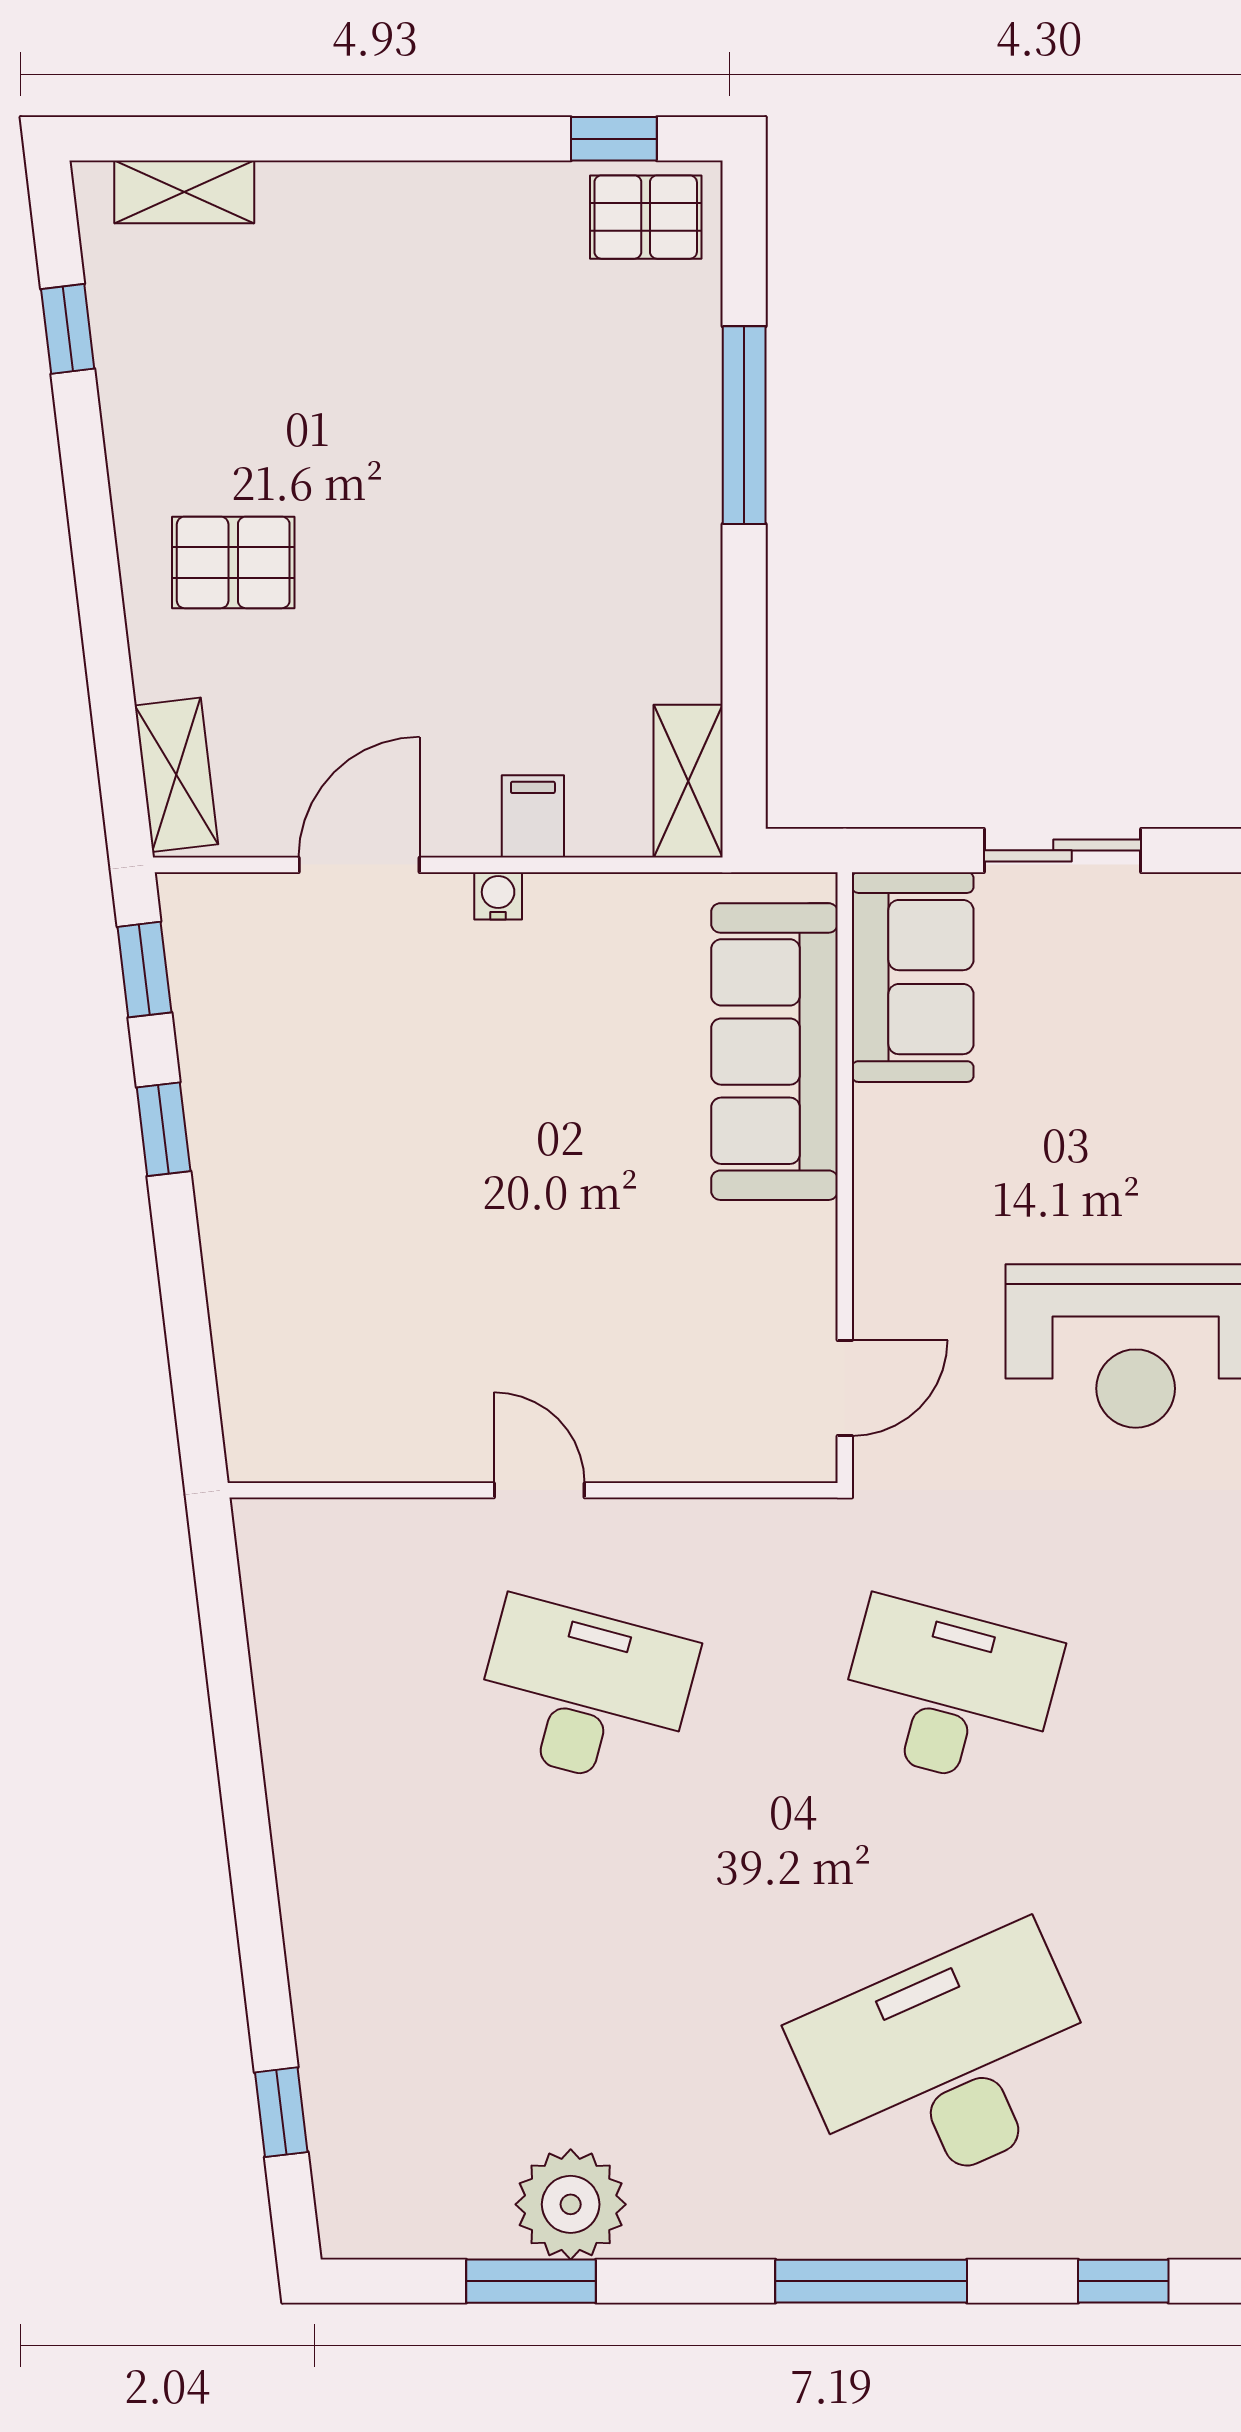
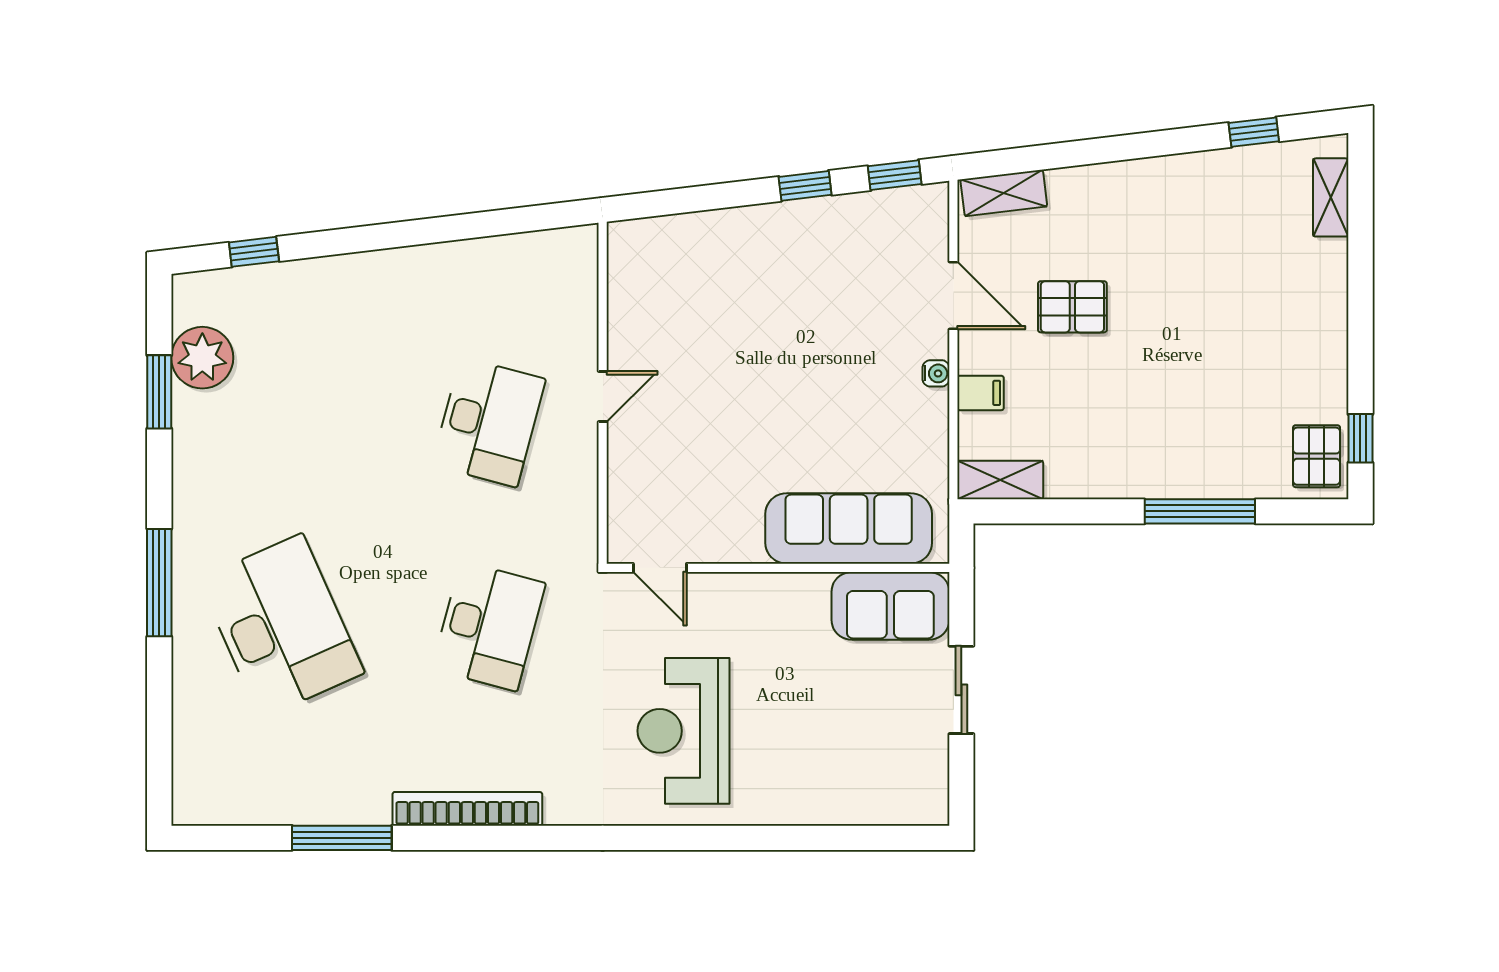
pallet: (233, 562) -> (1072, 307), moved, turned 90
plant: (571, 2204) -> (202, 358), moved
window: (1123, 2281) -> (159, 724), removed

